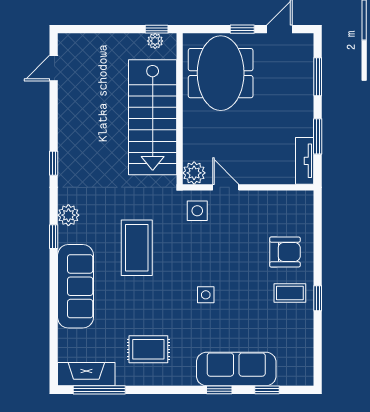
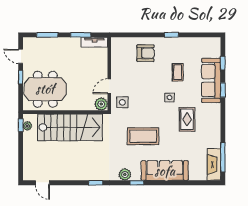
armchair: (285, 252) -> (146, 53), turned 90
coffee table: (290, 293) -> (178, 72), moved
rug: (148, 349) -> (187, 119), moved

